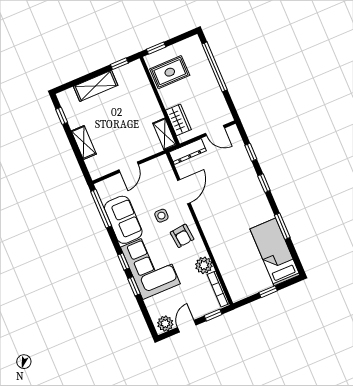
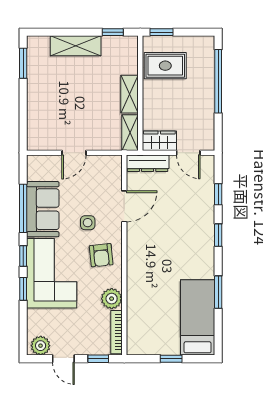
window: (62, 116) -> (23, 63), width x1.50
wardrobe: (178, 120) -> (159, 141), moved, turned -90
shelving: (84, 142) -> (130, 94), moved
window: (101, 209) -> (23, 208), moved
door: (187, 326) -> (63, 359), swing flipped

